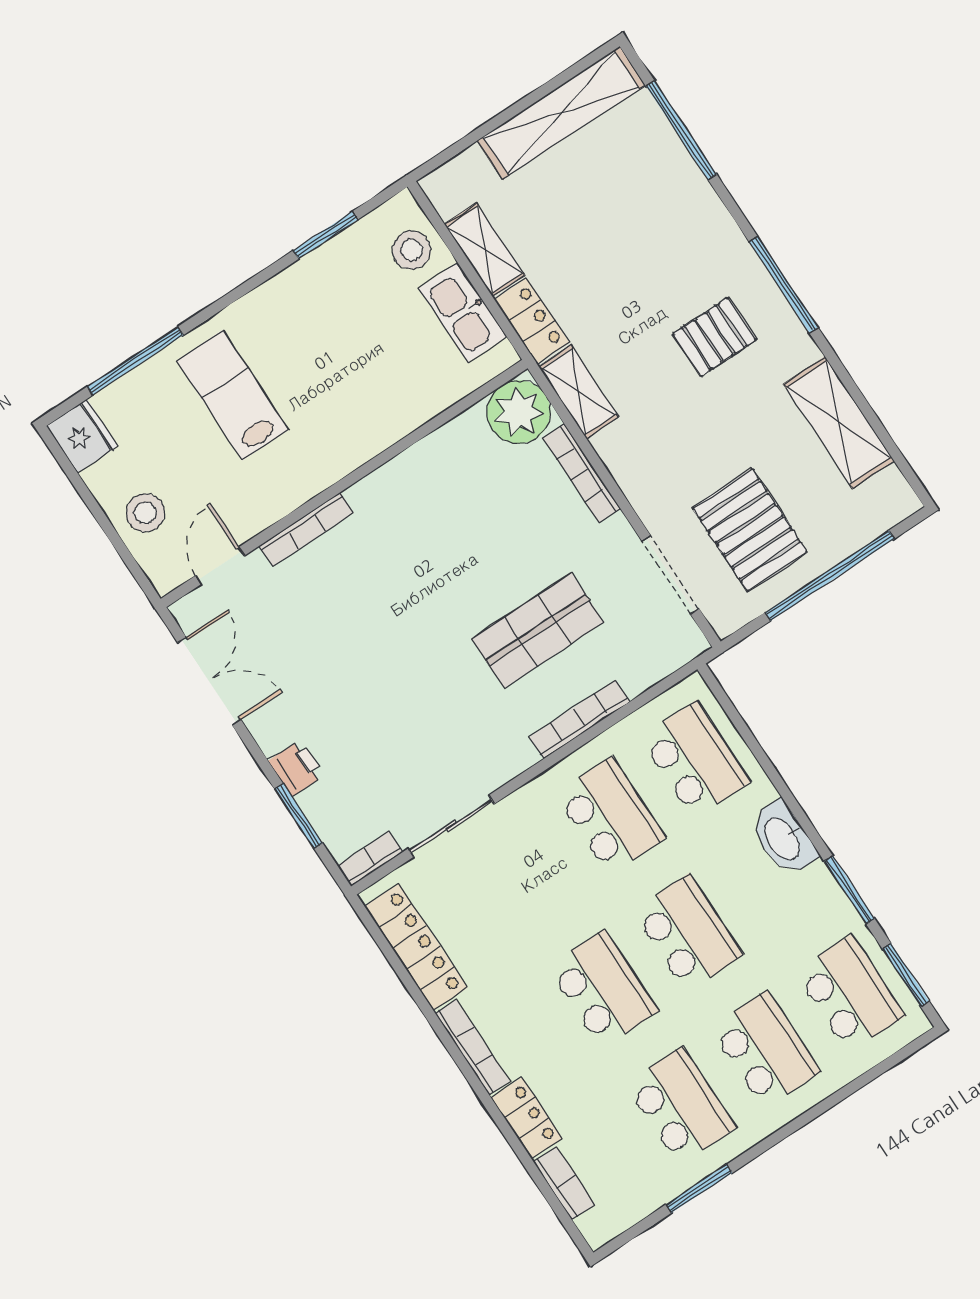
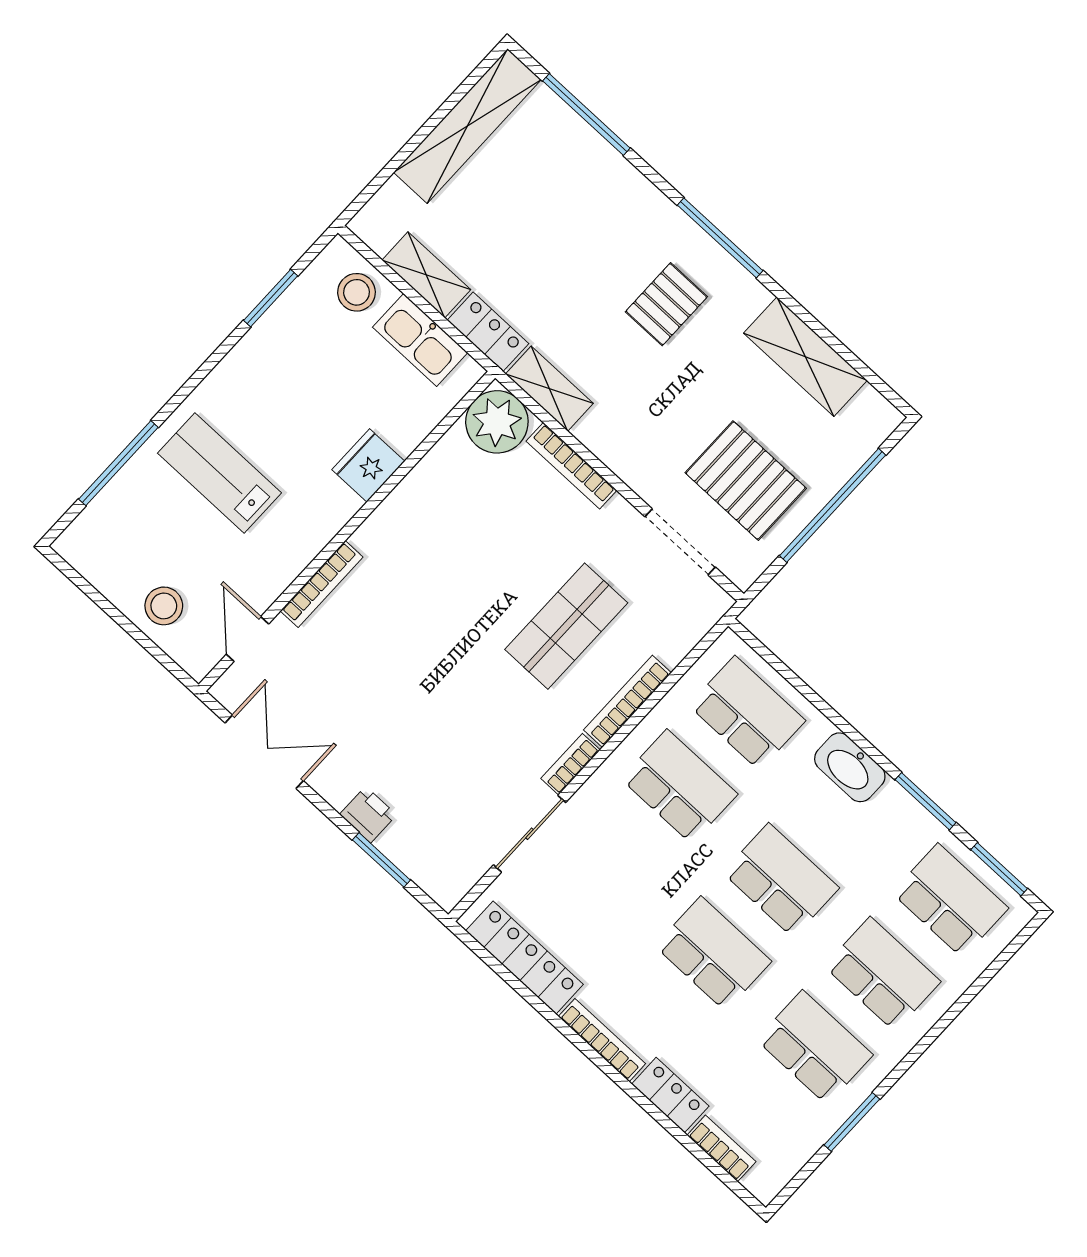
fridge: (82, 436) -> (368, 465), moved, turned -90
bookcase: (370, 859) -> (570, 764), moved

